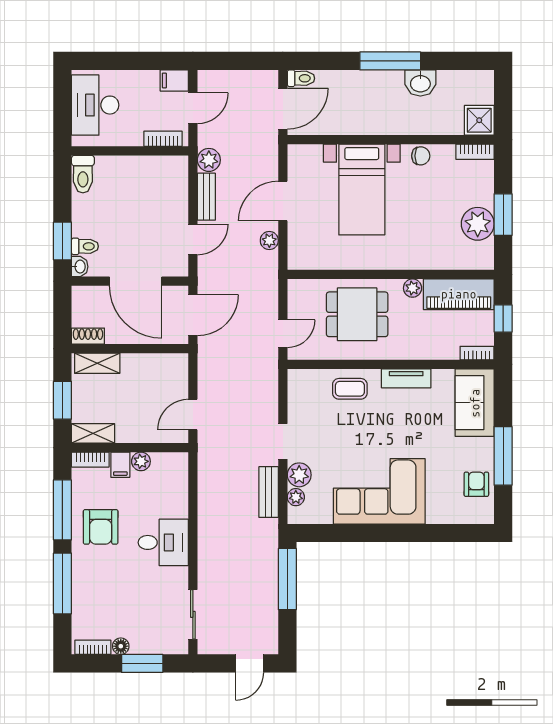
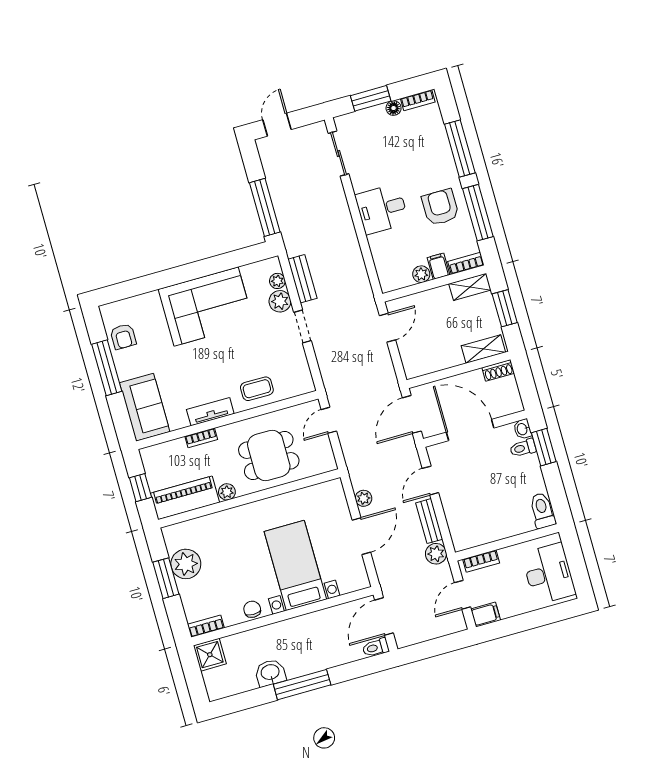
chair: (421, 156) -> (252, 609), turned 90
bookcase: (477, 353) -> (201, 438), moved

